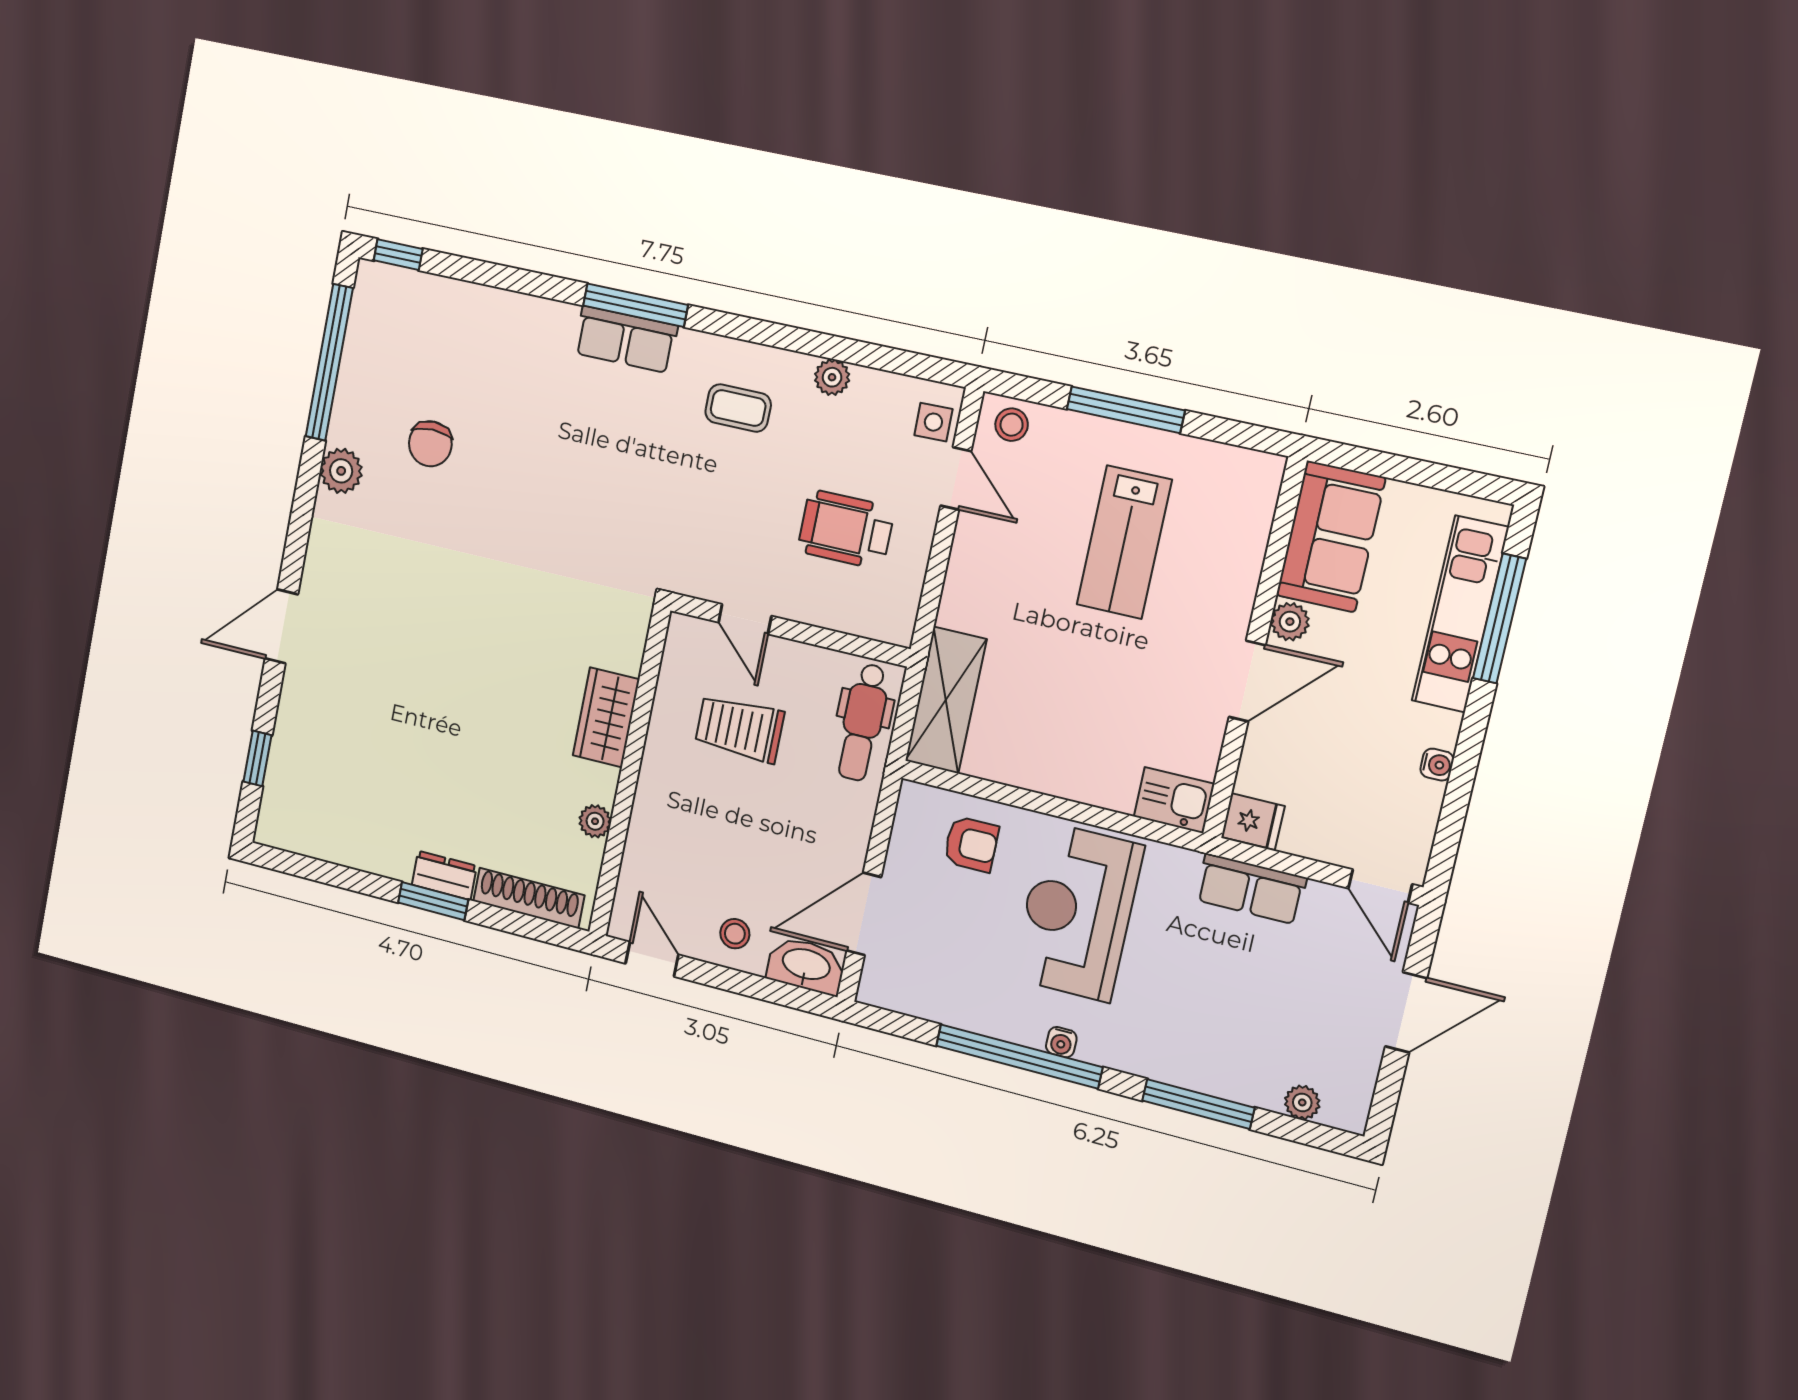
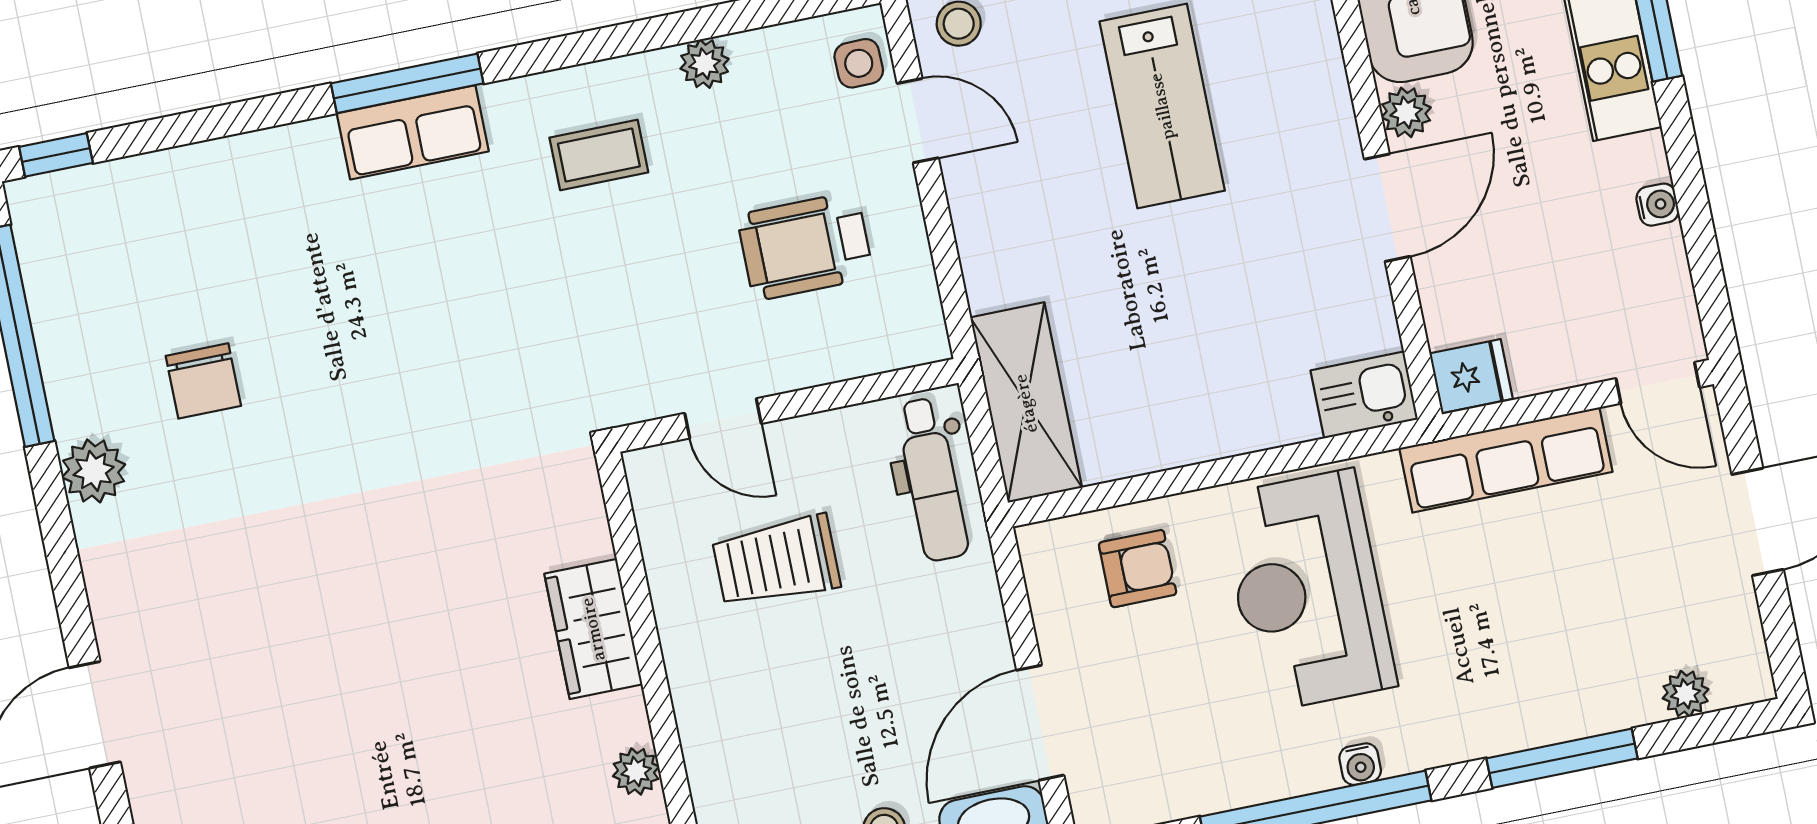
row of seats: (1251, 889) -> (1506, 460), width x1.48

